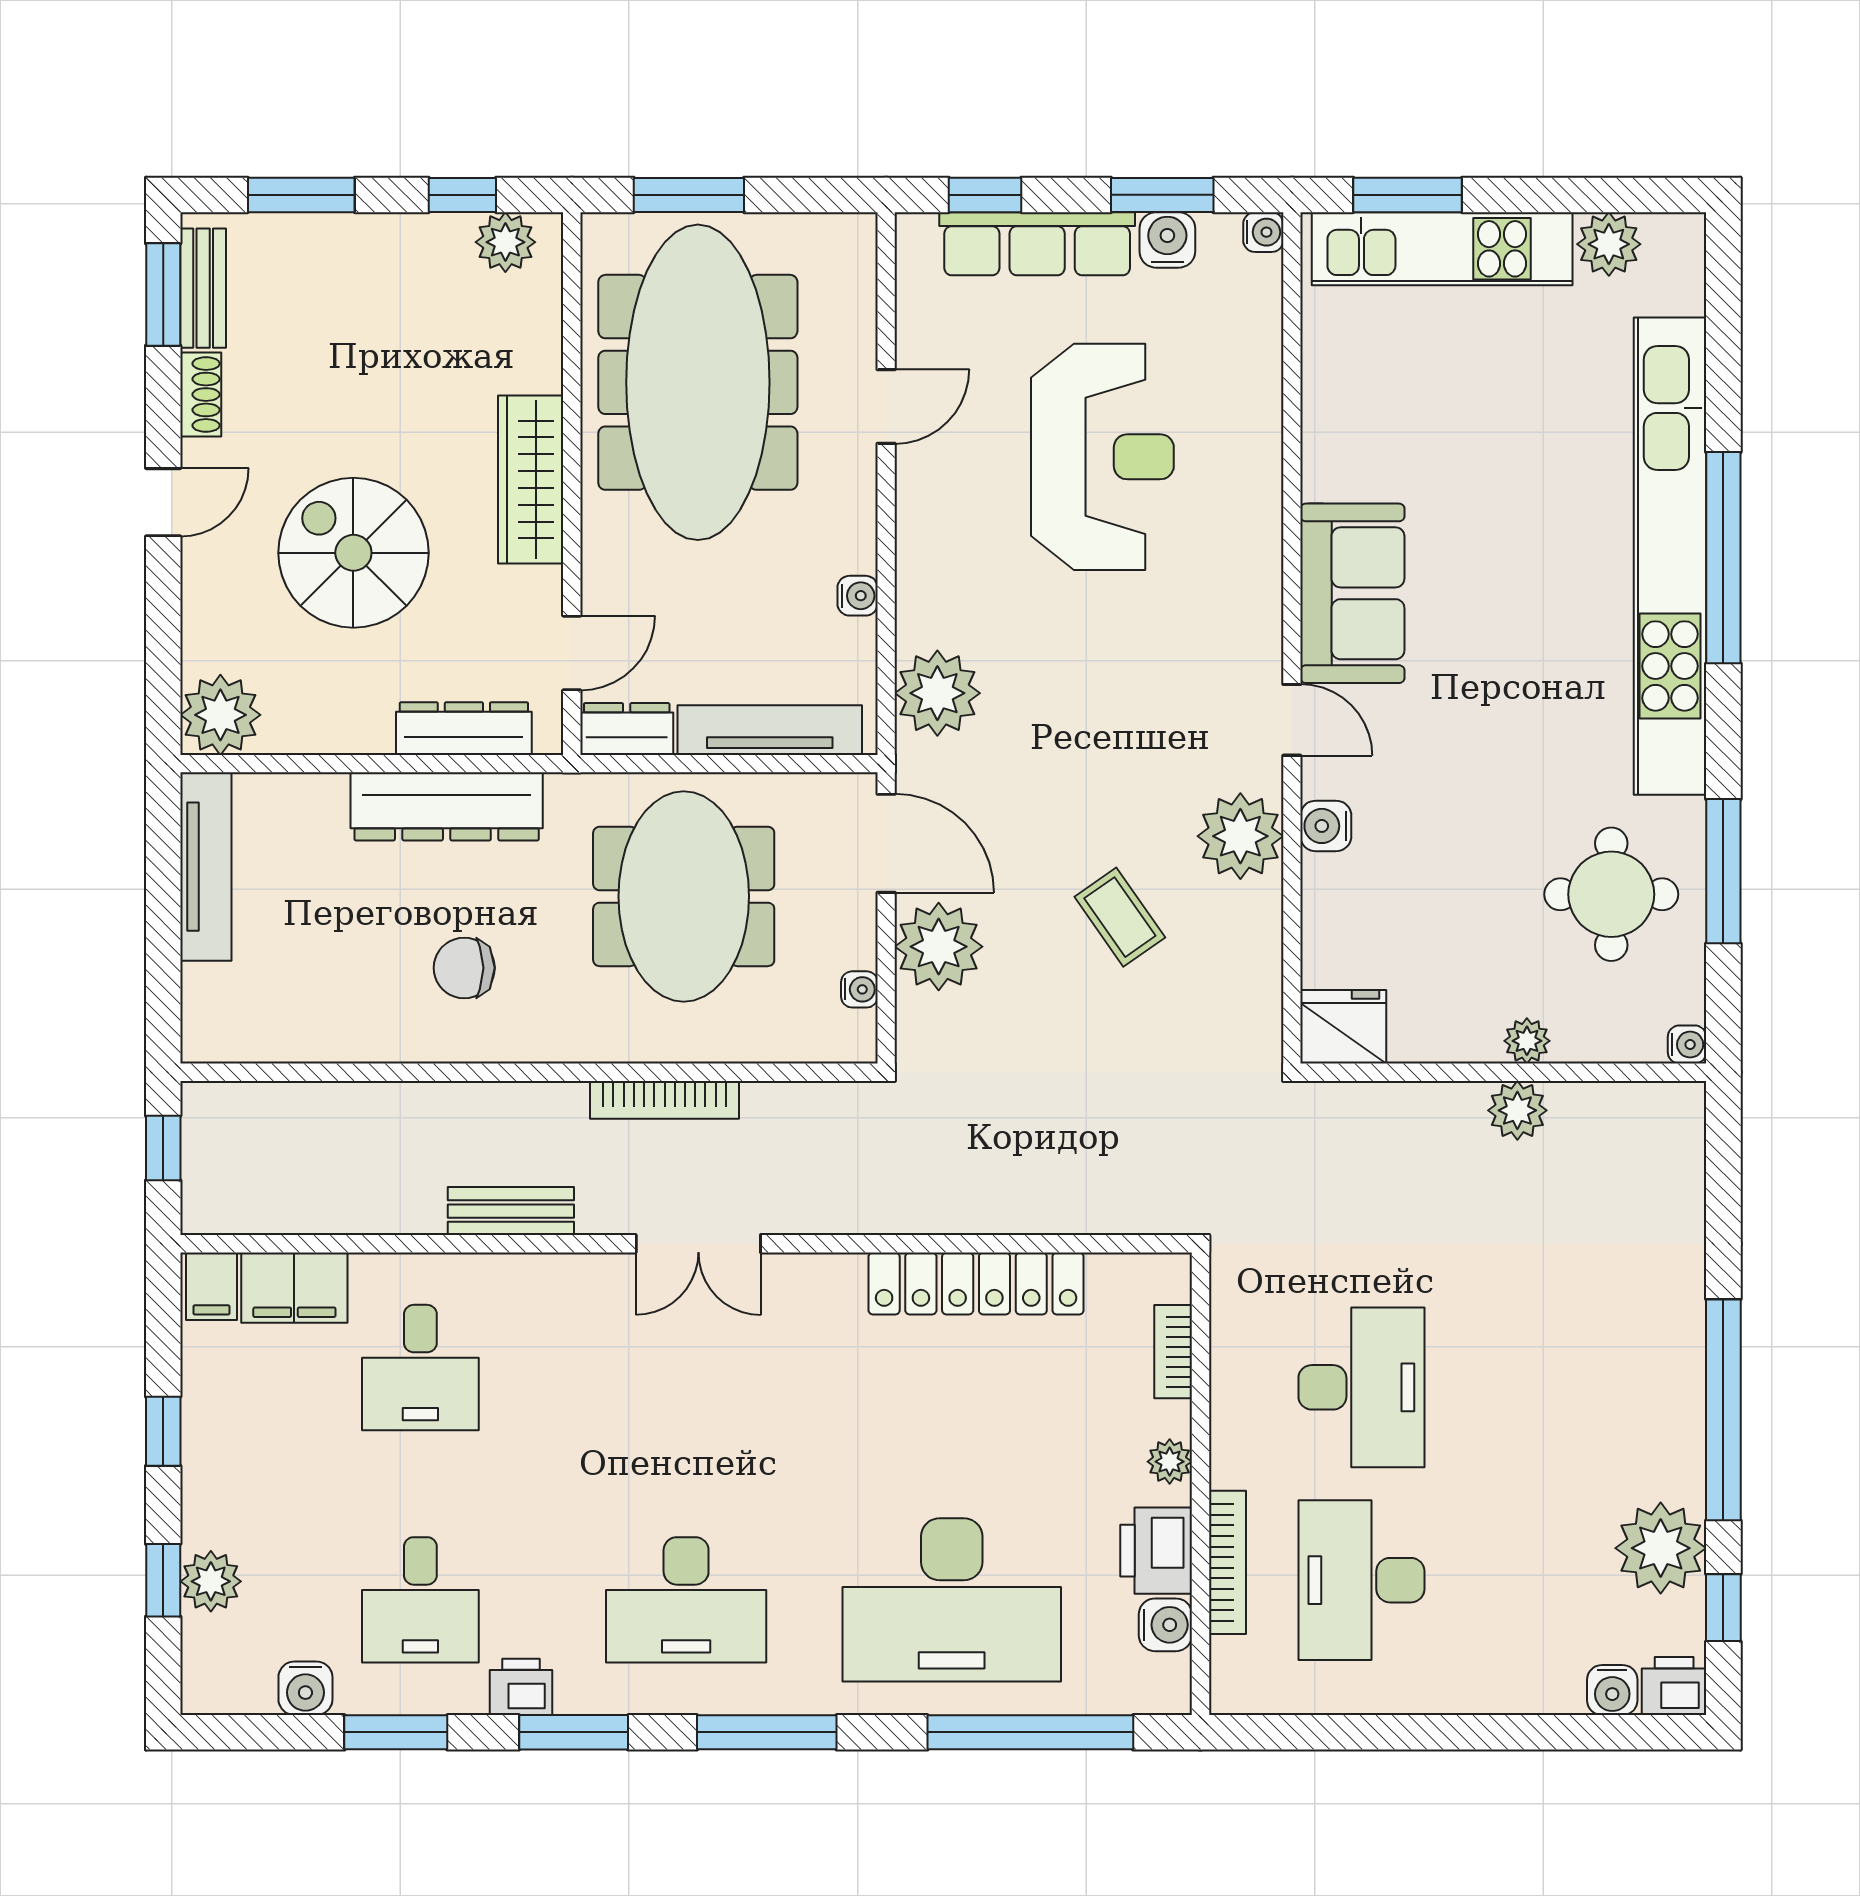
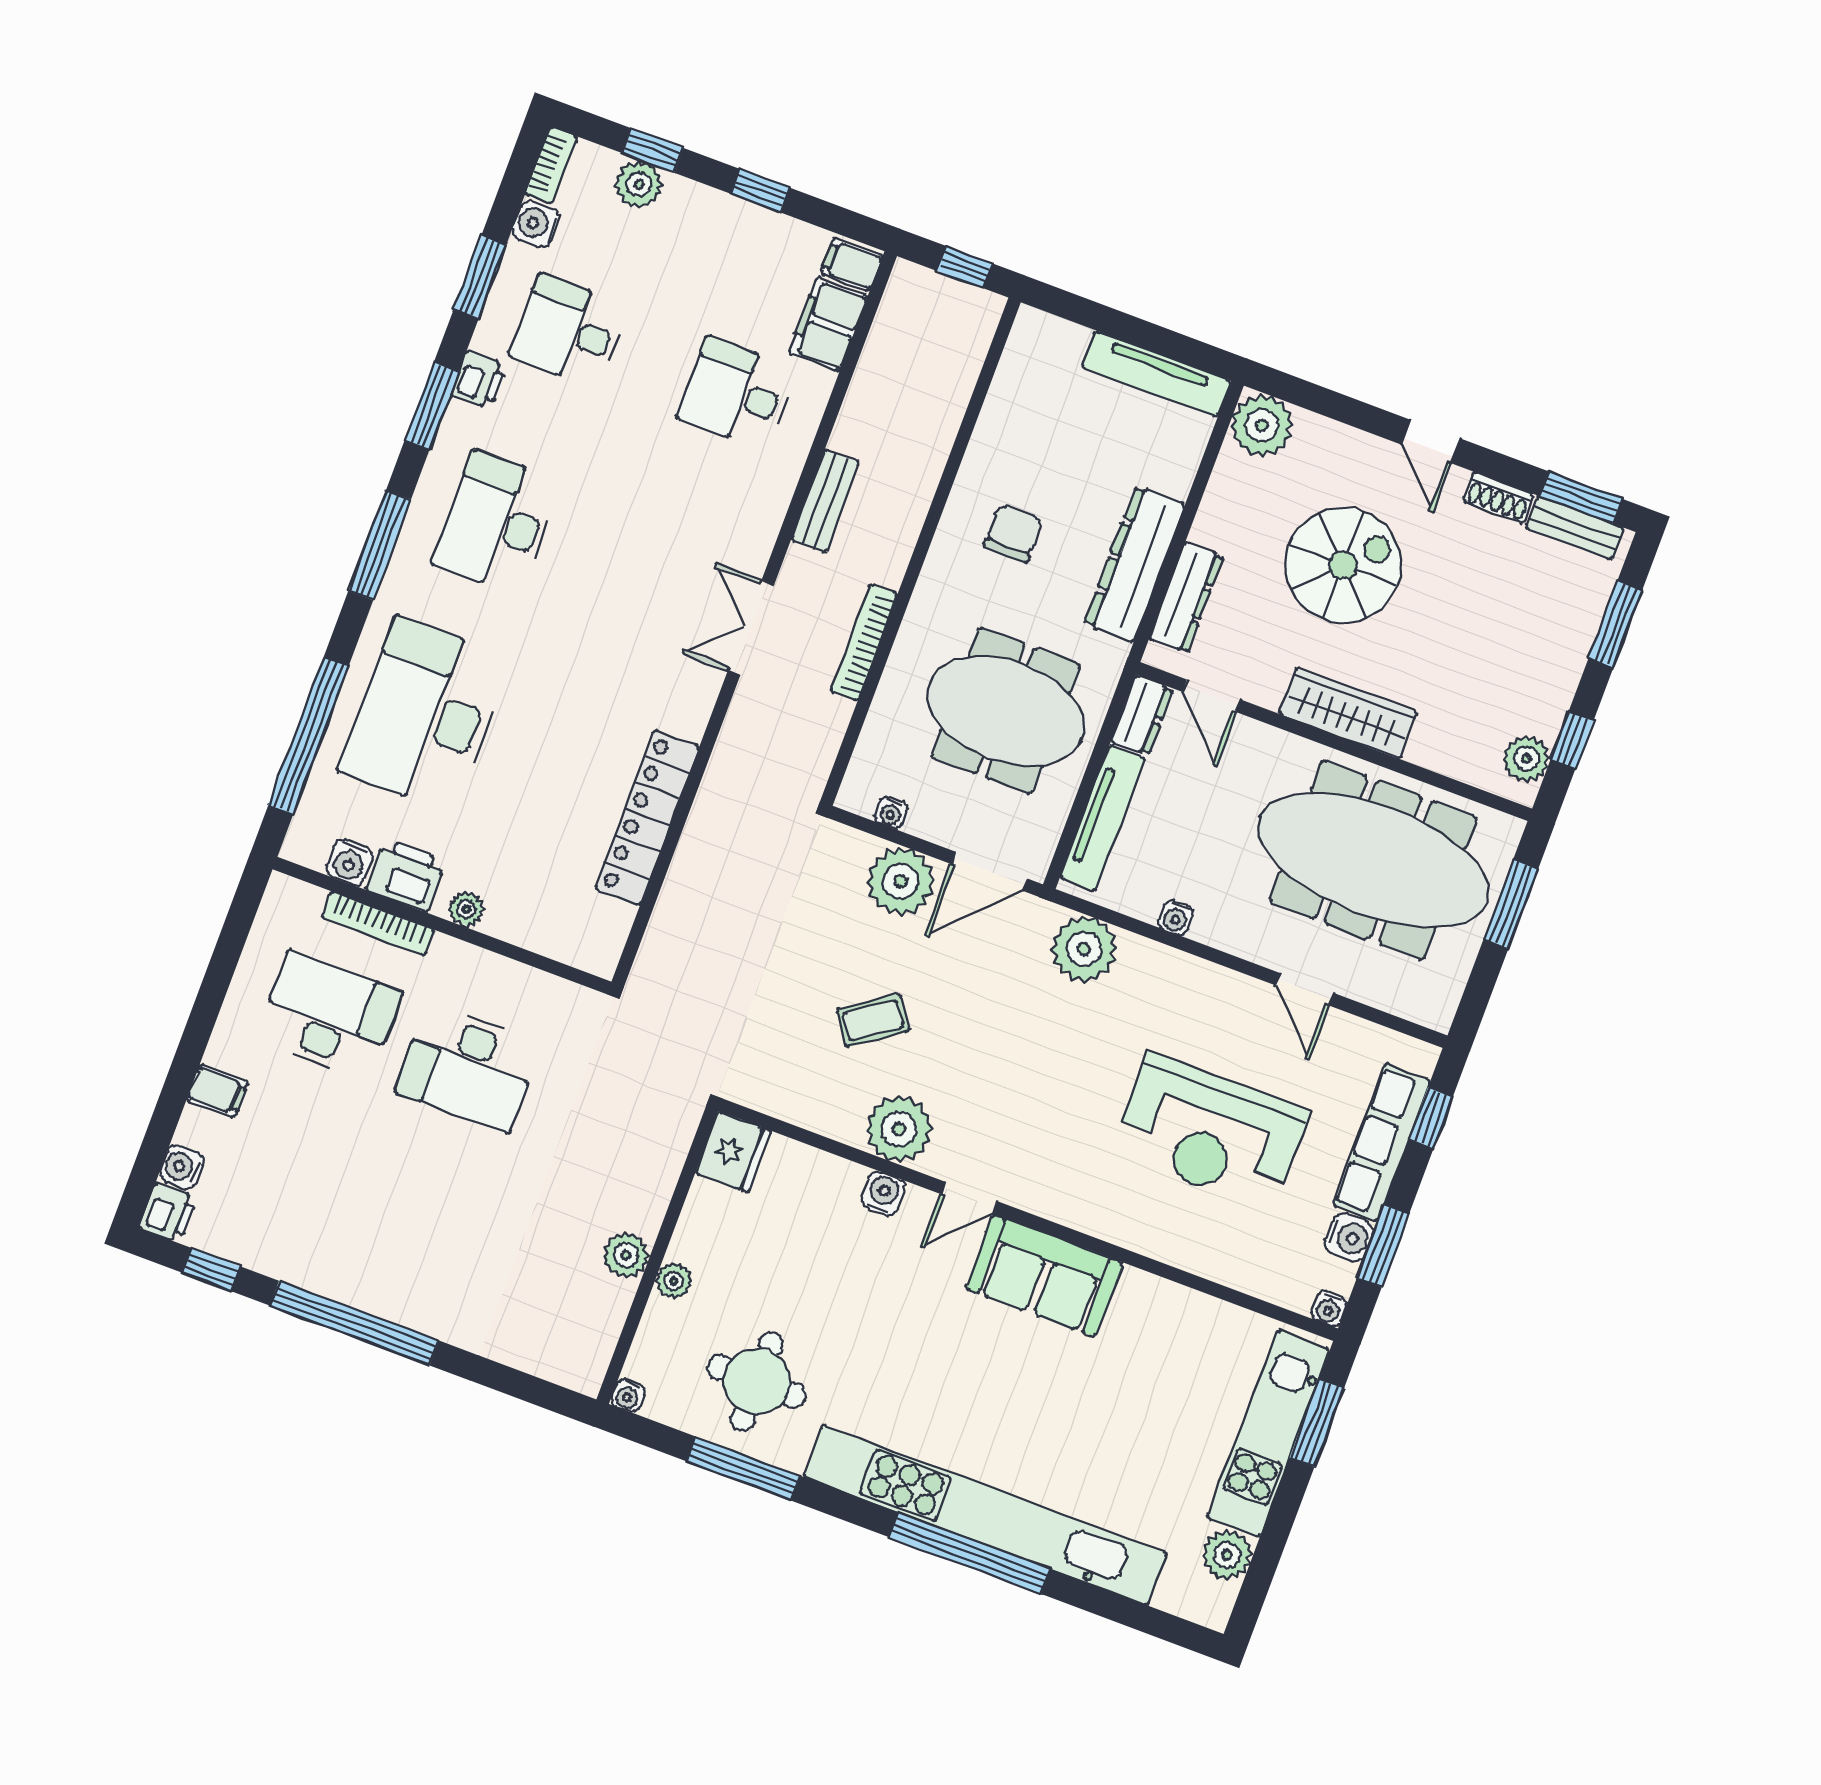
bookcase: (1173, 1352) -> (551, 165), moved, turned 90
plant: (1661, 1548) -> (271, 1240), removed
filing cabinet: (1504, 1682) -> (217, 1091), added

